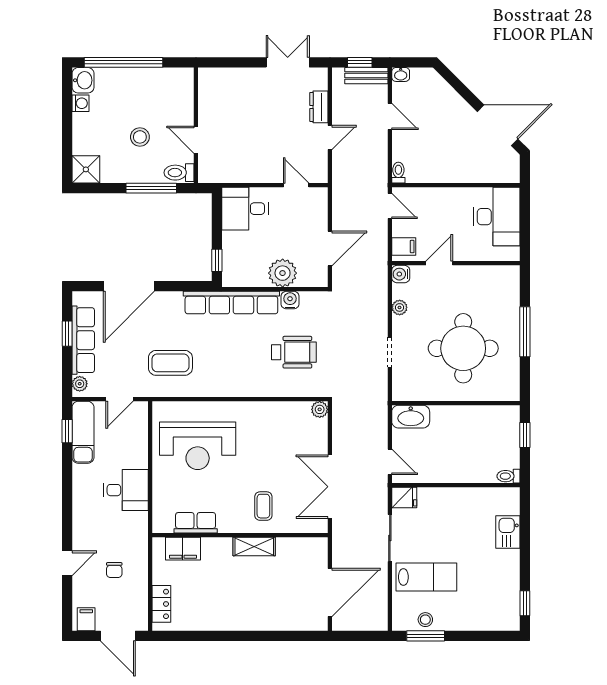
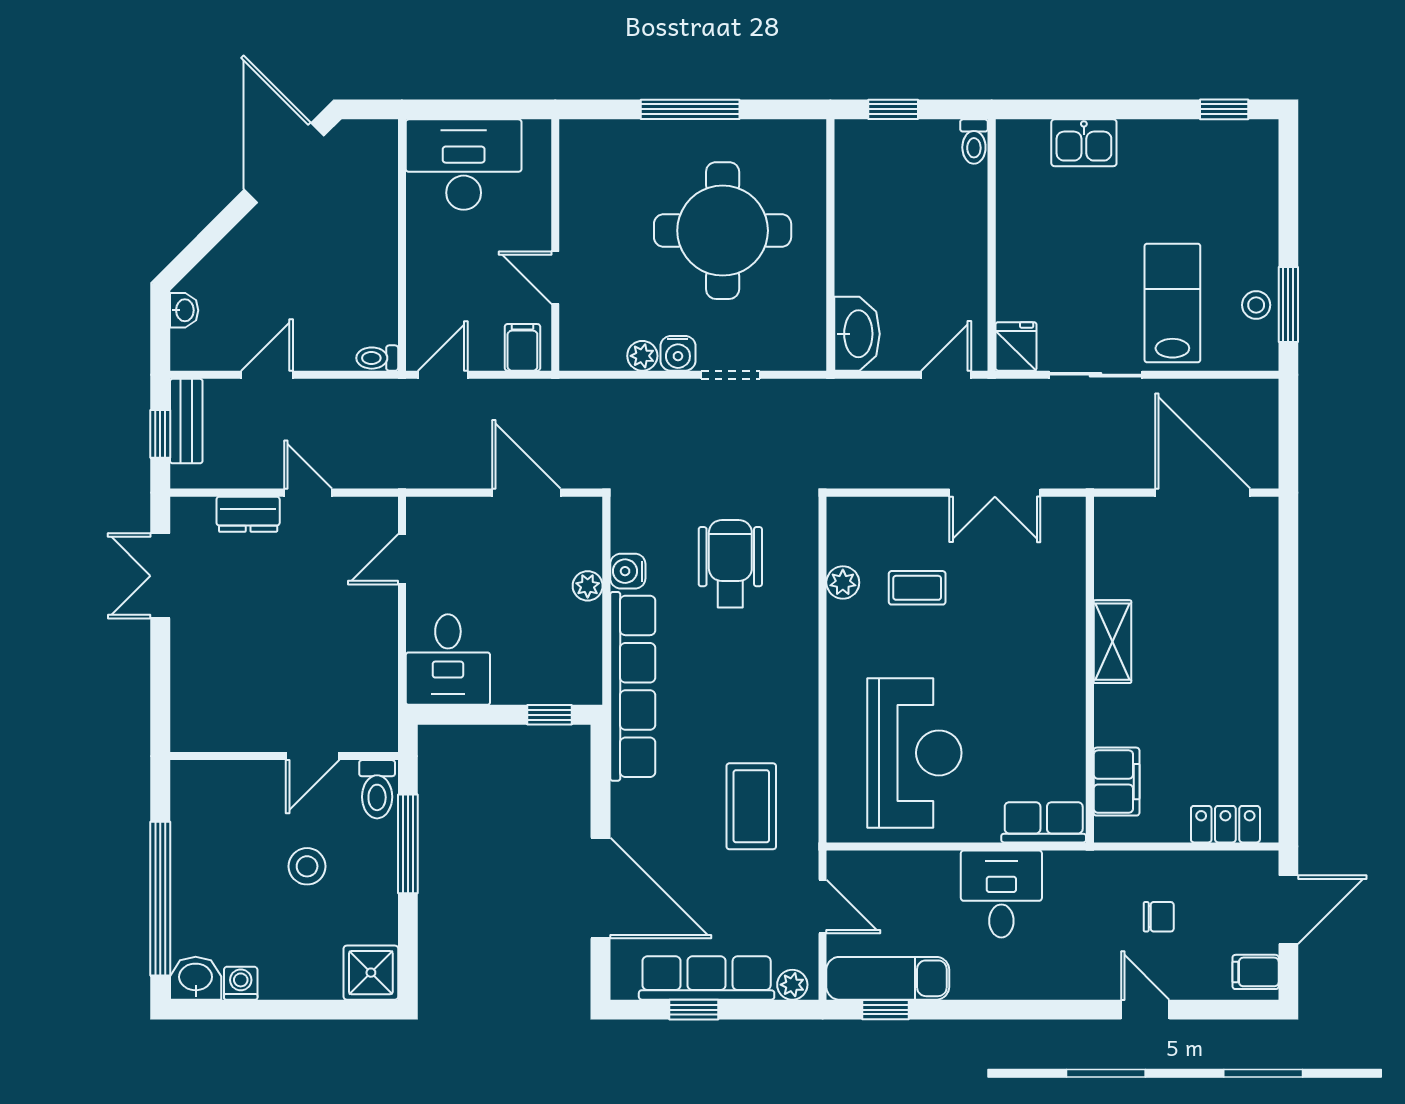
washbasin: (401, 74) -> (184, 310), moved
plant: (283, 273) -> (588, 586), width x0.53, depth x0.53
water cooler: (401, 274) -> (678, 353), moved
plant: (320, 409) -> (843, 582), moved
double door: (330, 487) -> (995, 493), width x0.73
coffee table: (263, 506) -> (917, 588), moved
row of seats: (196, 523) -> (1044, 822), moved, turned 90

